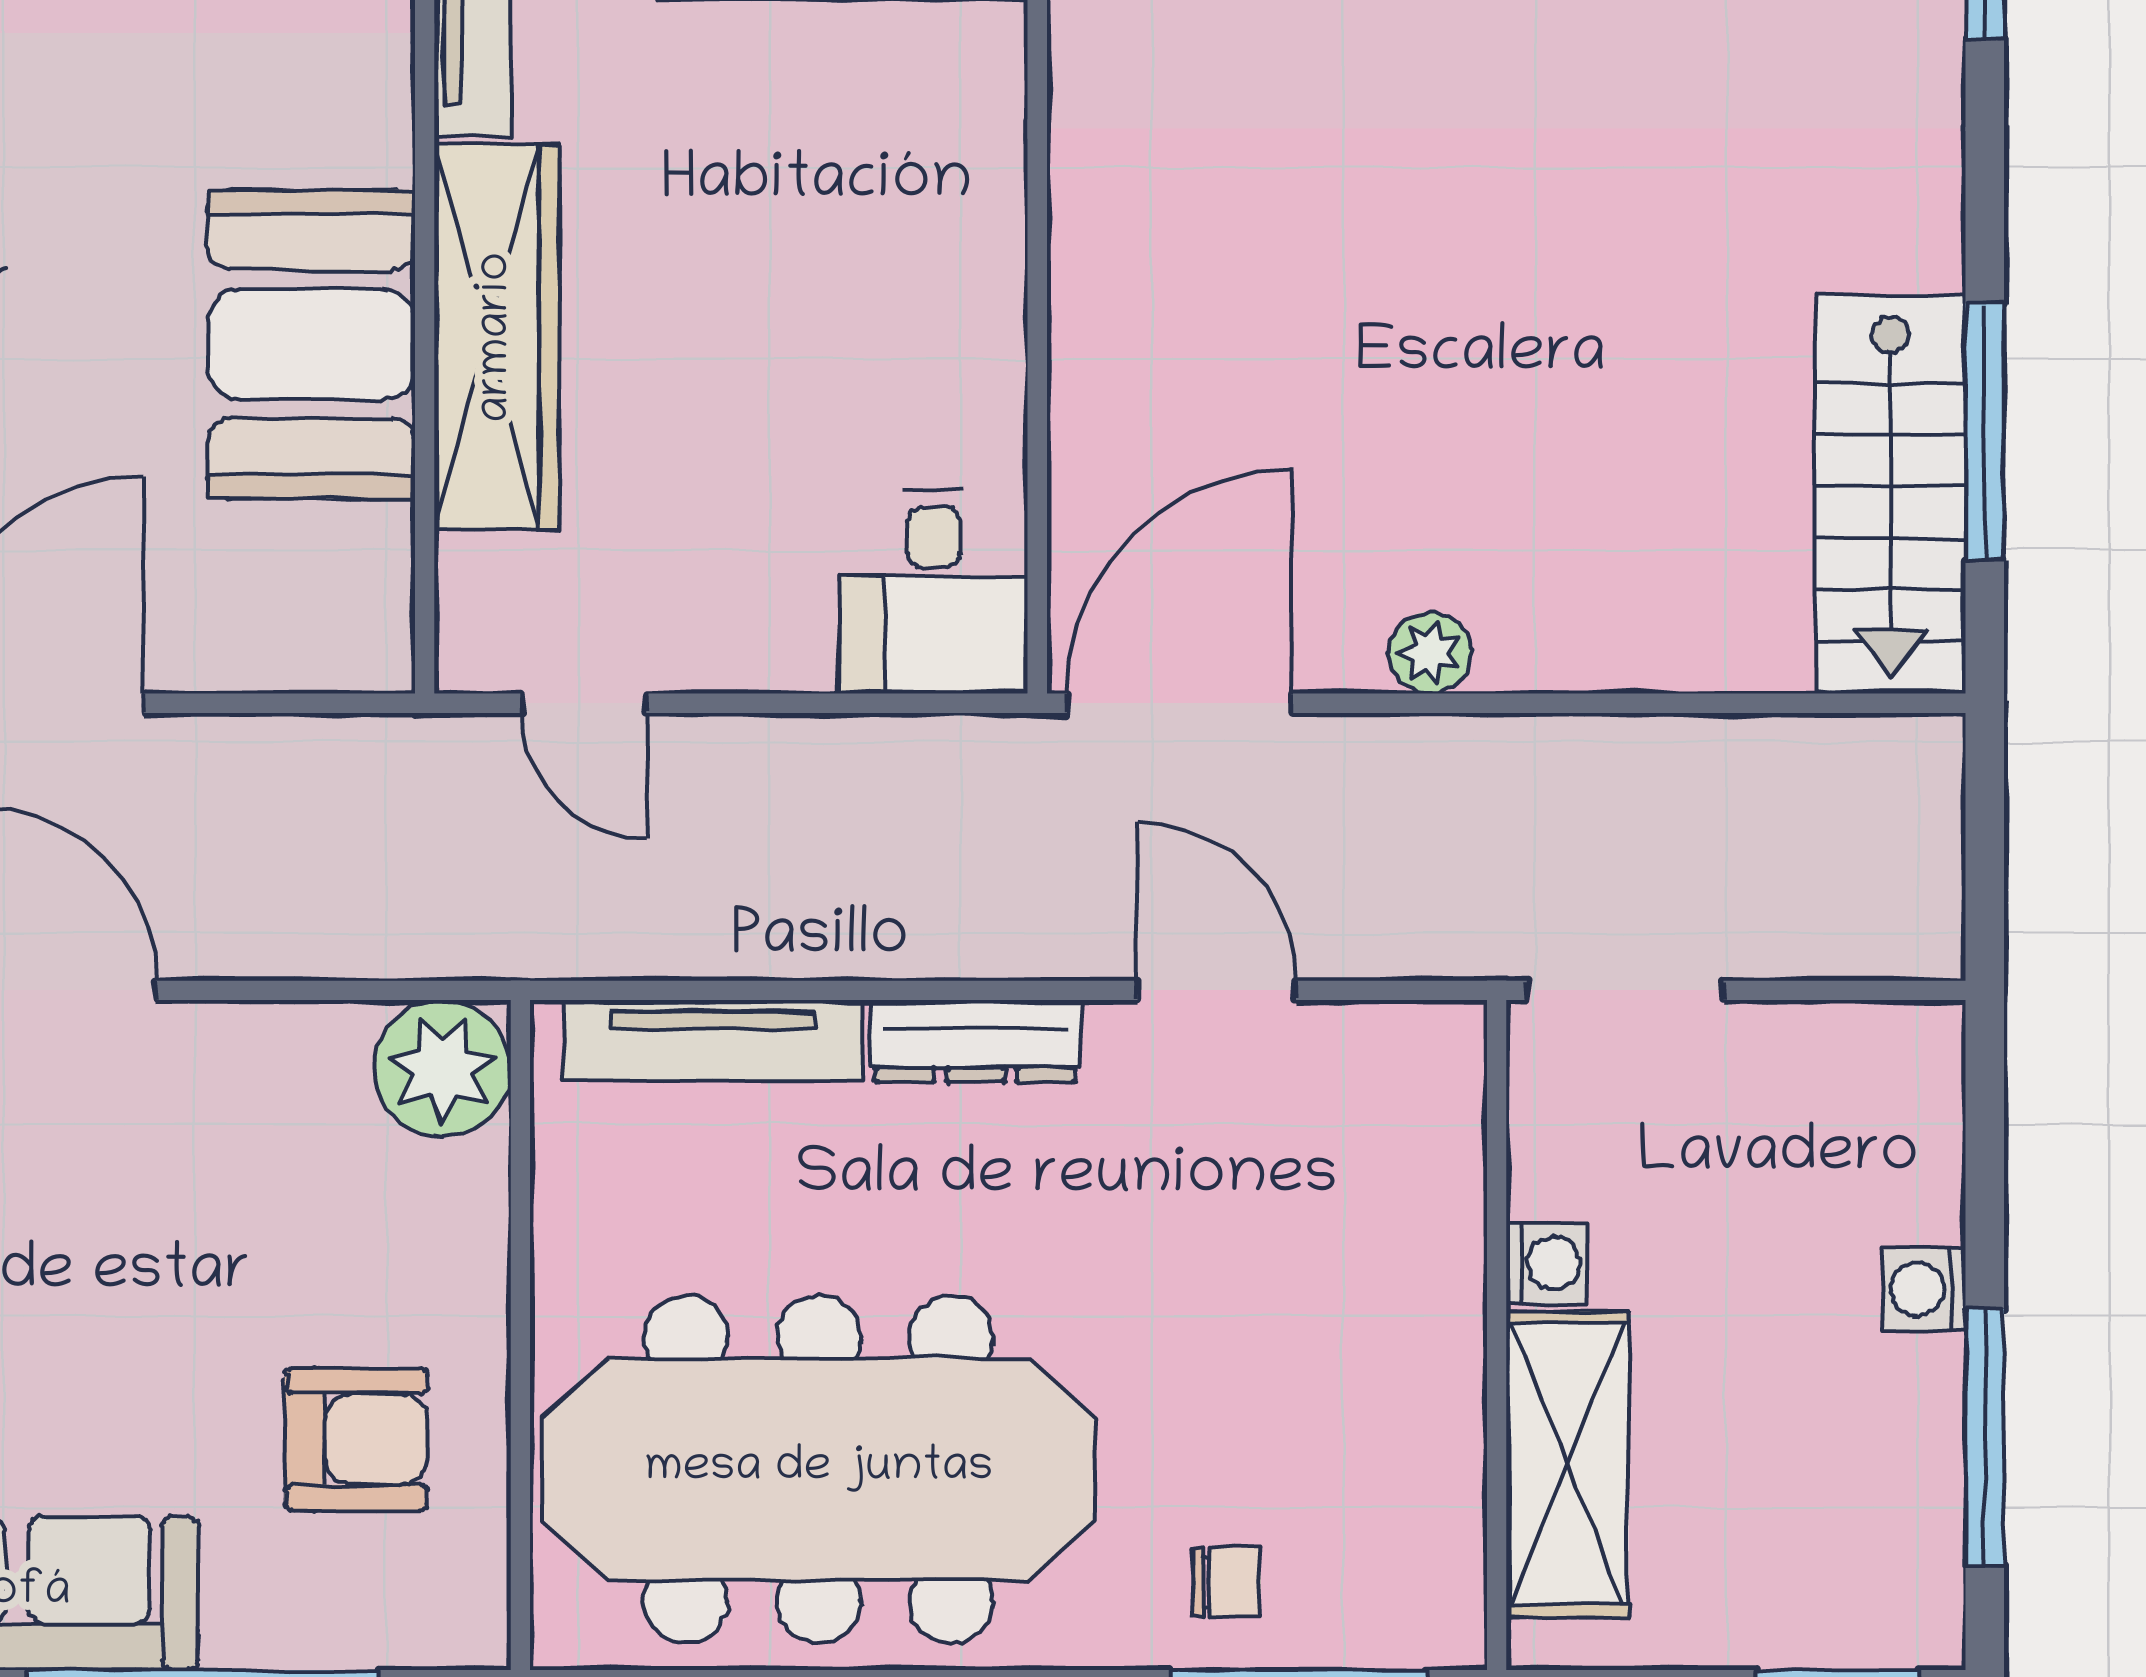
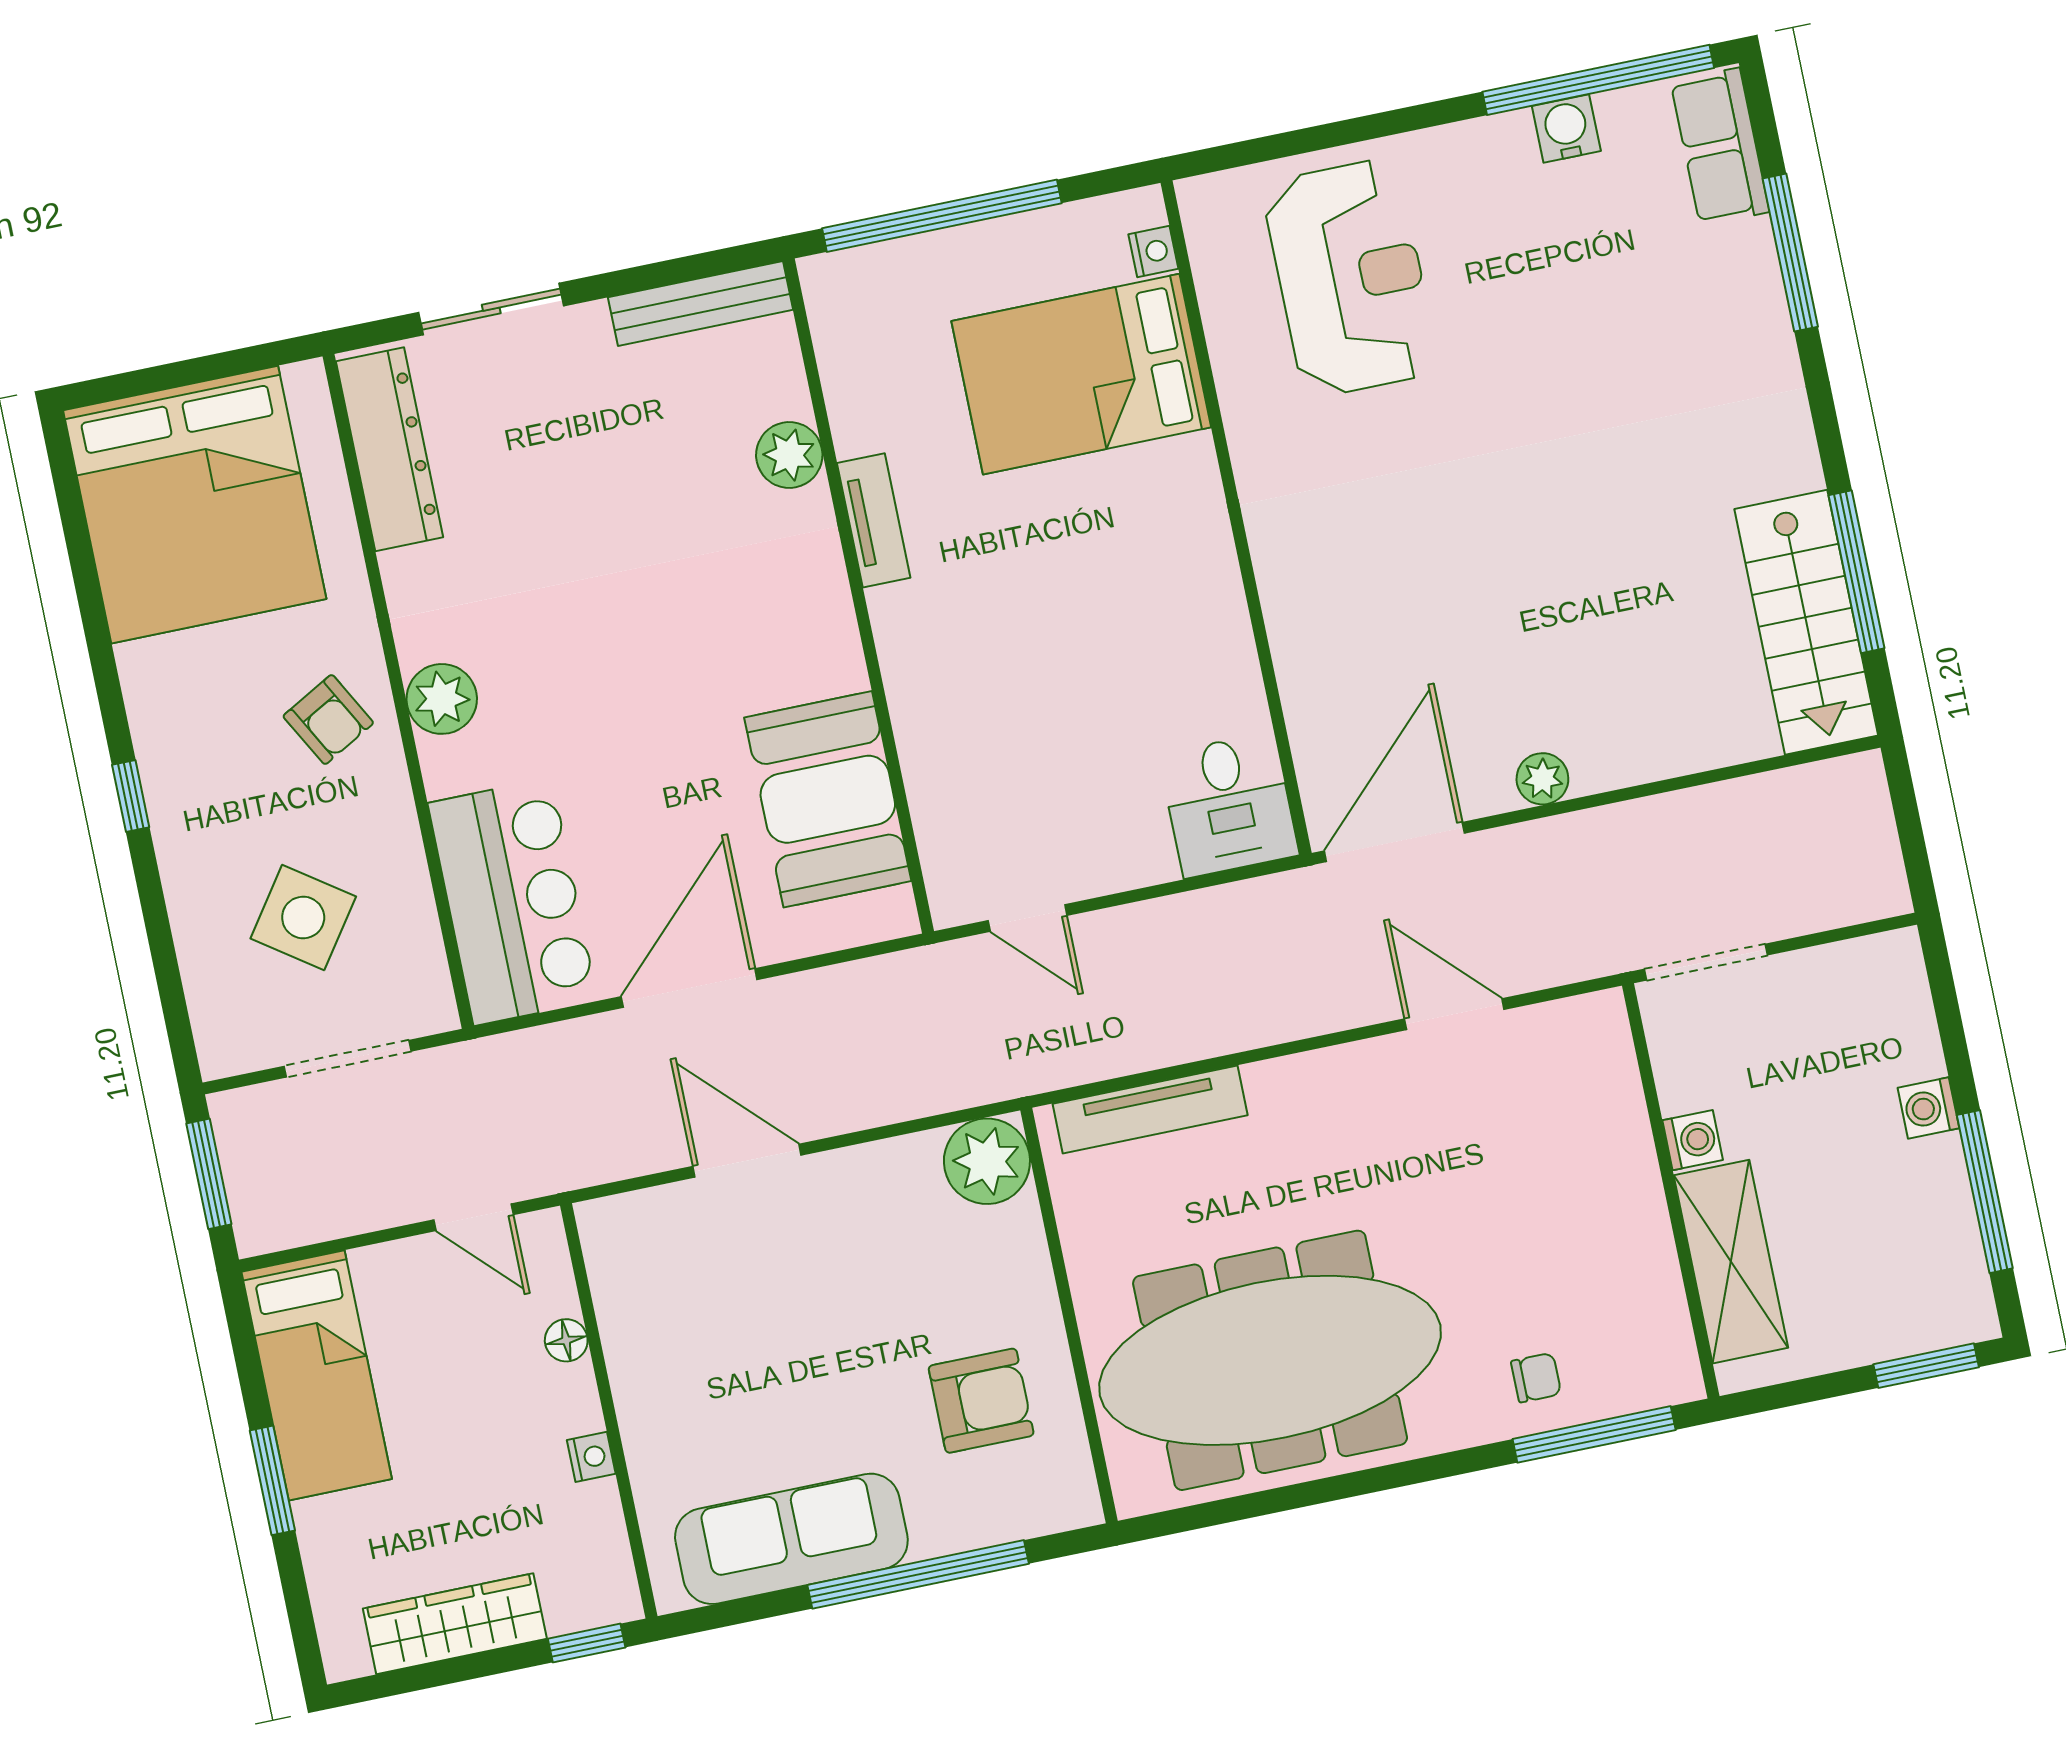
wardrobe: (497, 337) -> (927, 703), removed
booth: (312, 344) -> (828, 799), moved
dresser: (976, 1041) -> (1312, 1076), removed

